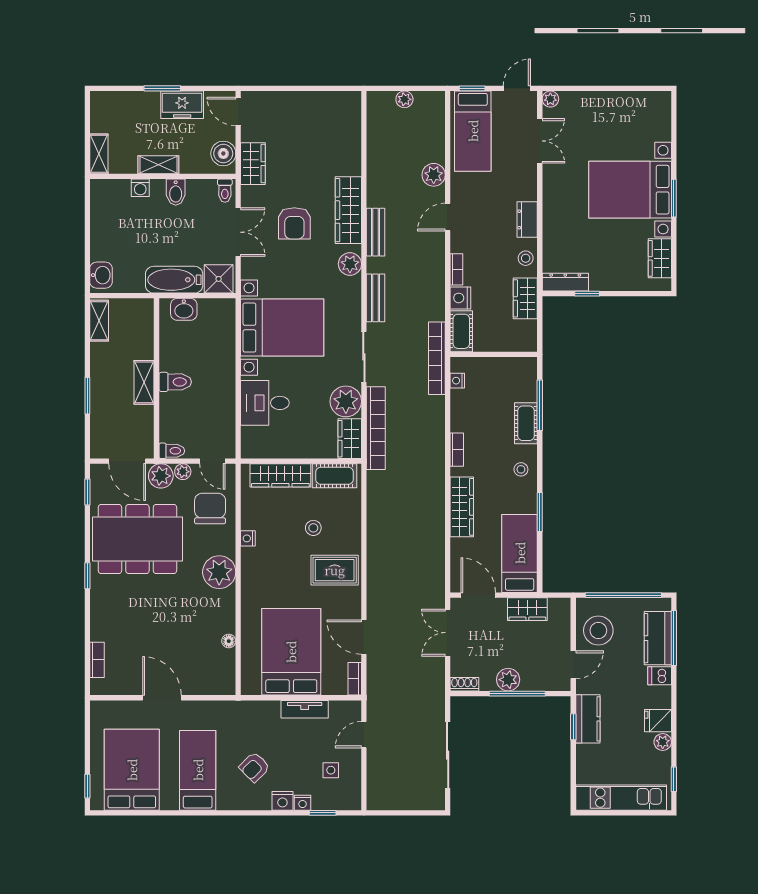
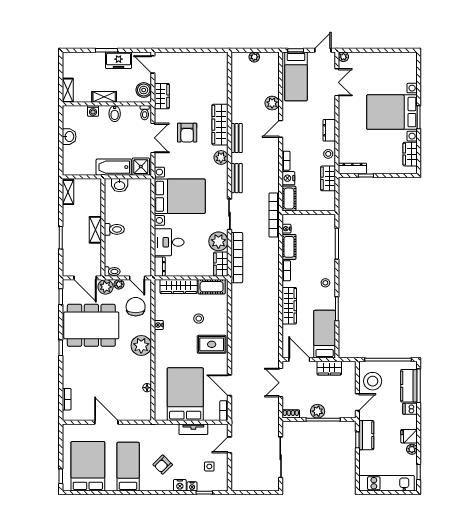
washbasin: (101, 275) -> (69, 137), moved
cot: (526, 423) -> (289, 247), moved
dresser: (250, 443) -> (160, 267), added

